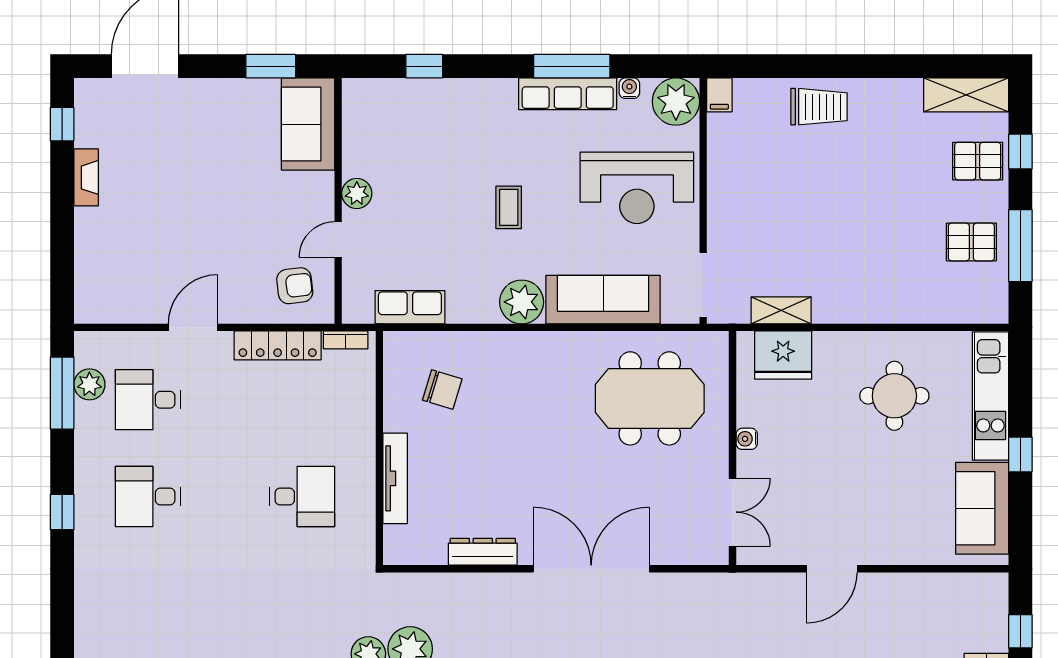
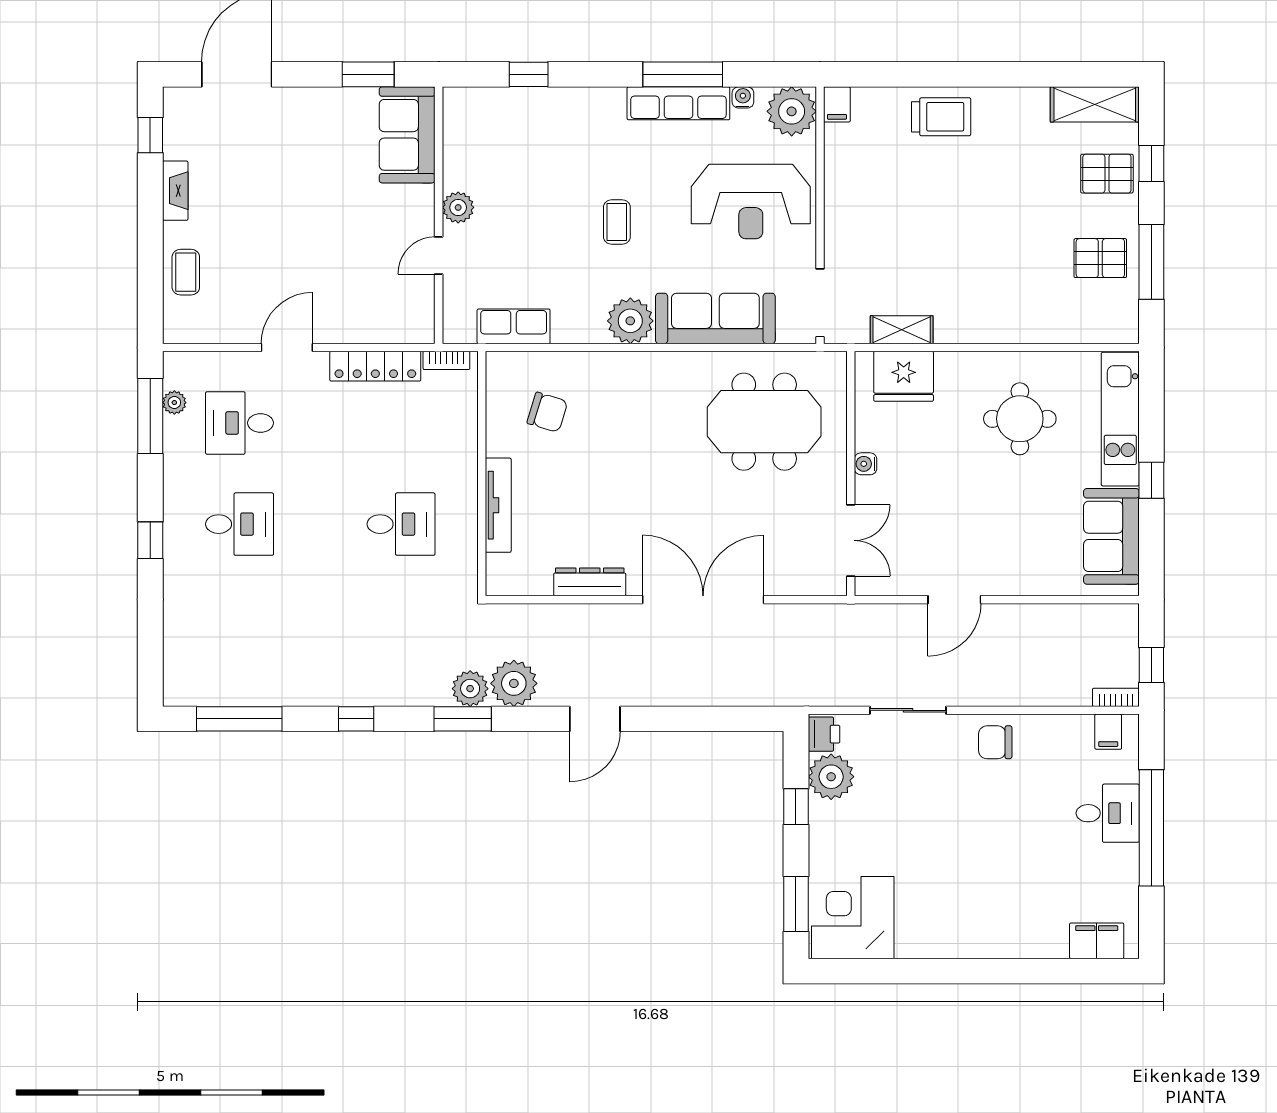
coffee table: (96, 255) -> (186, 272), added
armchair: (295, 286) -> (393, 304), removed
plant: (89, 384) -> (174, 403), width x0.73, depth x0.73
desk: (148, 496) -> (240, 524), turned 180

